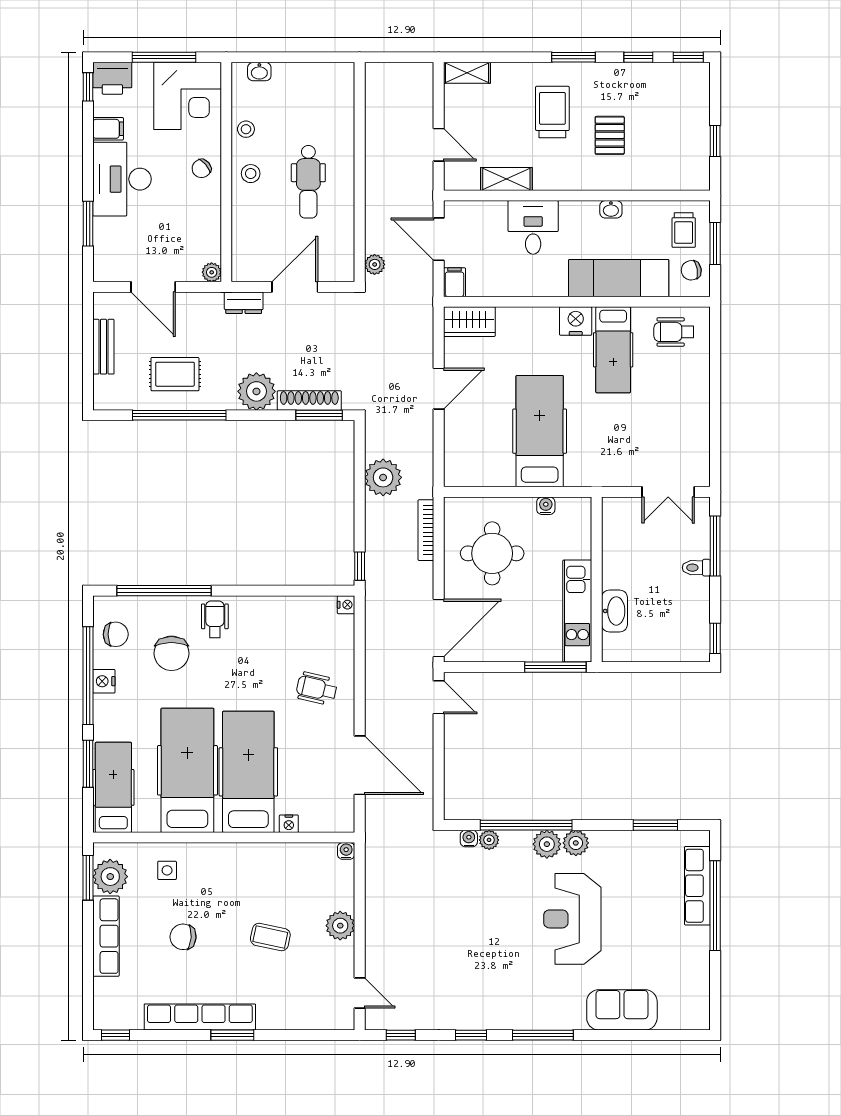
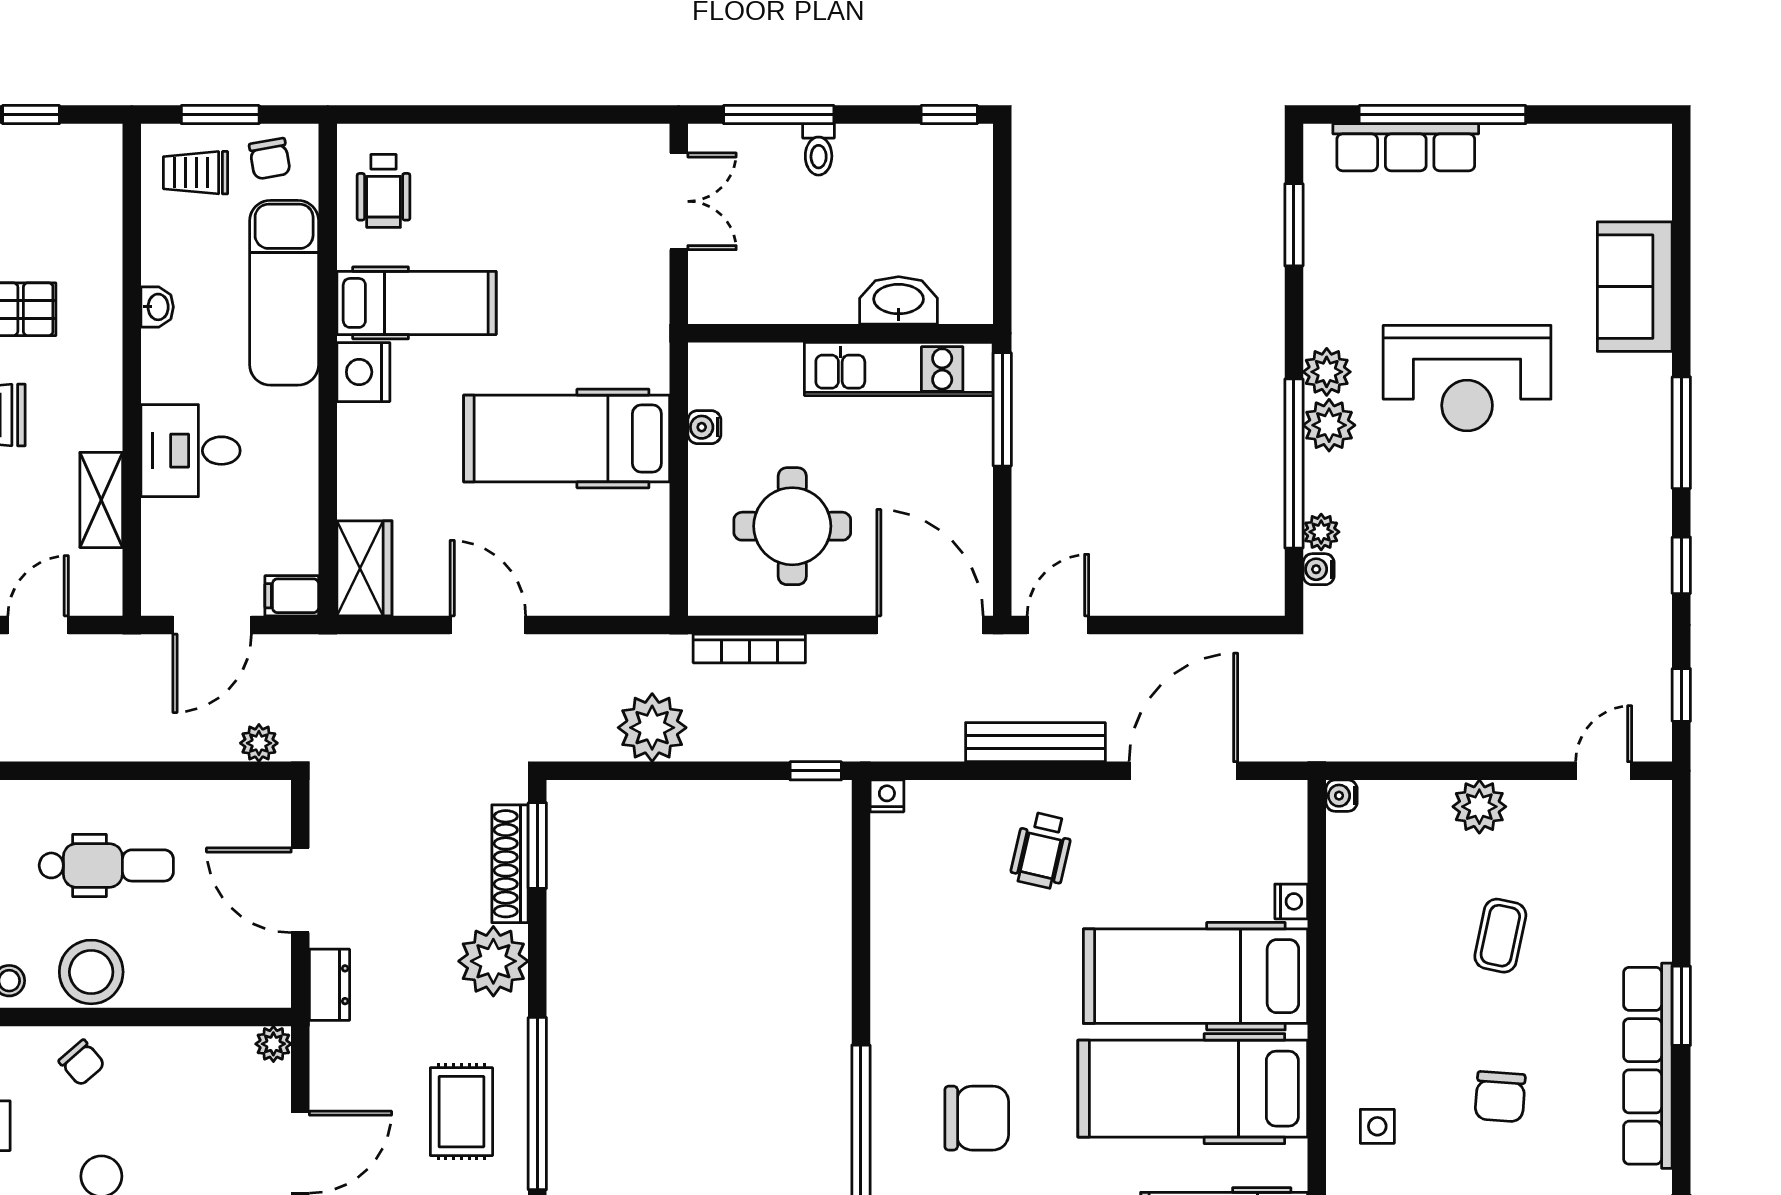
stool: (251, 174) -> (91, 972), width x1.89, depth x1.89
trolley: (684, 230) -> (196, 173), turned 180
wheelchair: (215, 619) -> (914, 1038), removed
bench: (375, 685) -> (1035, 742), added

